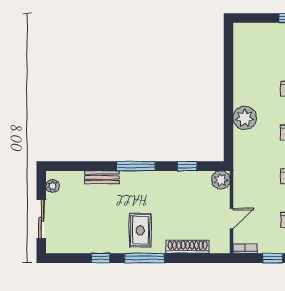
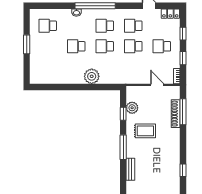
plant: (221, 180) -> (132, 108), moved
rug: (140, 230) -> (145, 131), moved
window: (144, 258) -> (183, 112), moved

